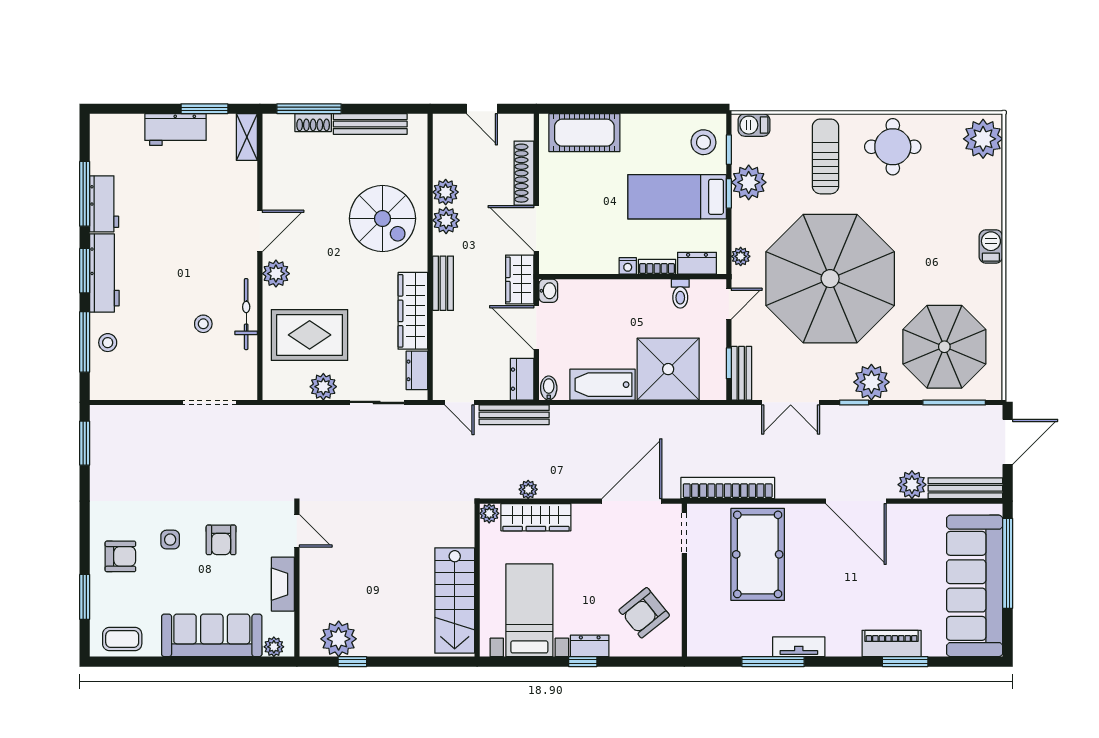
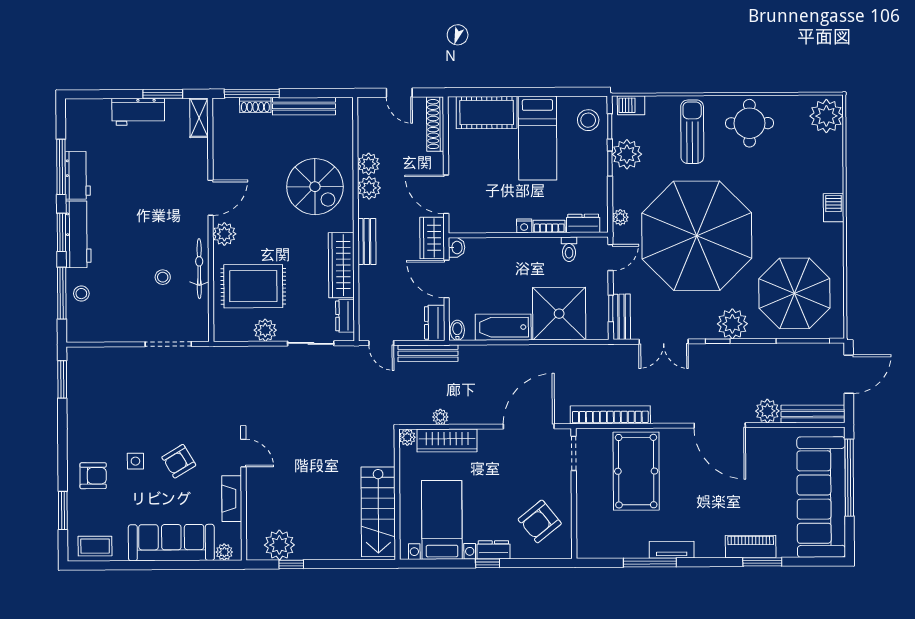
shoe rack: (524, 173) -> (435, 124), moved
bed: (677, 197) -> (538, 138), moved, turned -90
armchair: (221, 540) -> (179, 461), turned 59

